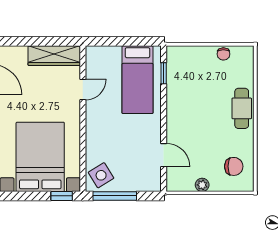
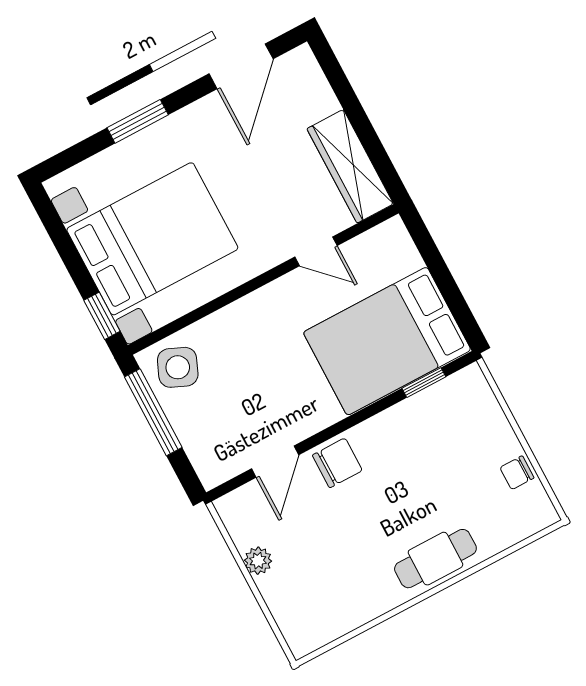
bed: (138, 80) -> (387, 341), width x1.50
chair: (234, 166) -> (337, 463), moved, turned -90
side table: (101, 175) -> (178, 367), turned -35

